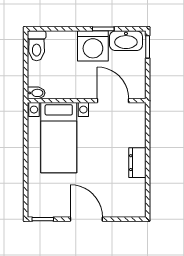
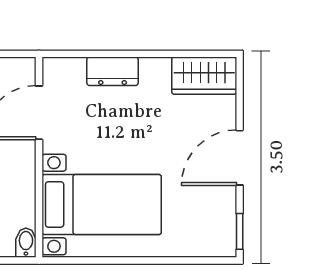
dresser: (137, 163) -> (113, 71), moved
wardrobe: (135, 198) -> (204, 76), added

